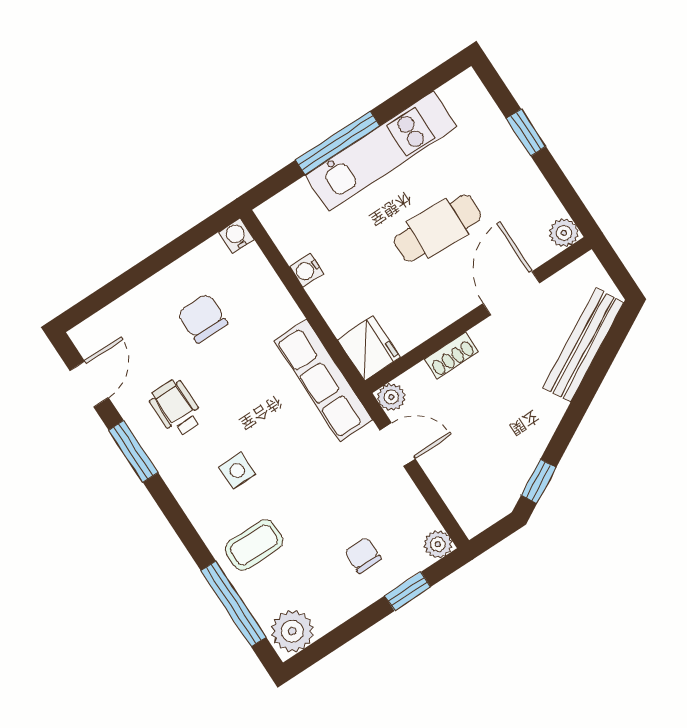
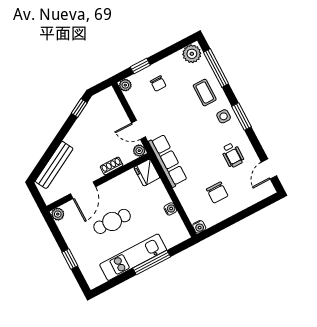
window: (133, 451) -> (241, 117), moved
side table: (237, 471) -> (224, 116), moved
coffee table: (254, 545) -> (205, 93), turned 90

